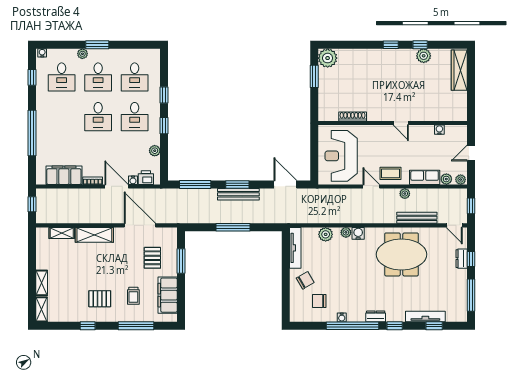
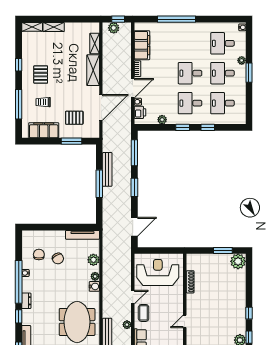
window: (32, 77) -> (222, 19), removed
bench: (238, 194) -> (107, 169), moved
plant: (43, 210) -> (114, 28), added
chair: (305, 280) -> (58, 259), moved

